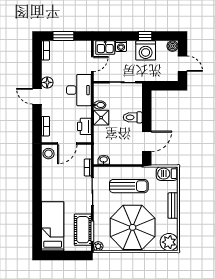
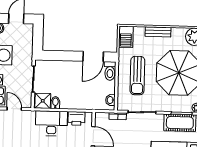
desk: (79, 90) -> (51, 123), moved
toilet: (133, 117) -> (110, 71), moved
shower: (101, 118) -> (43, 101), moved
door: (147, 141) -> (93, 56), swing flipped
sun lounger: (129, 186) -> (137, 76), turned 180

